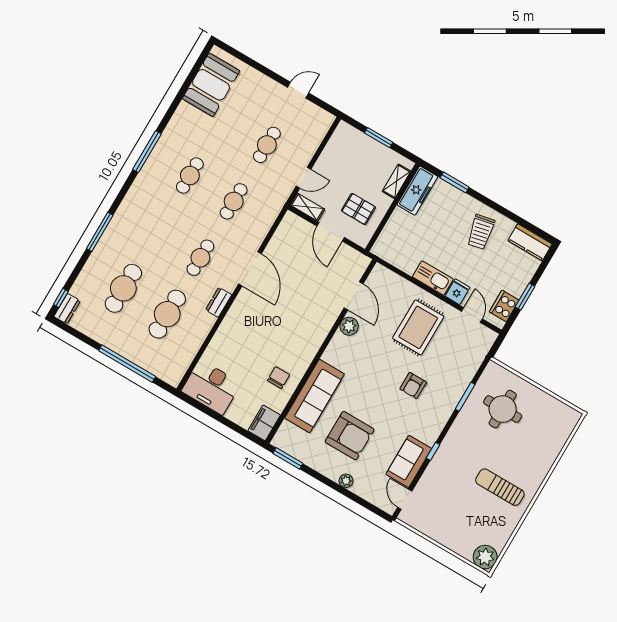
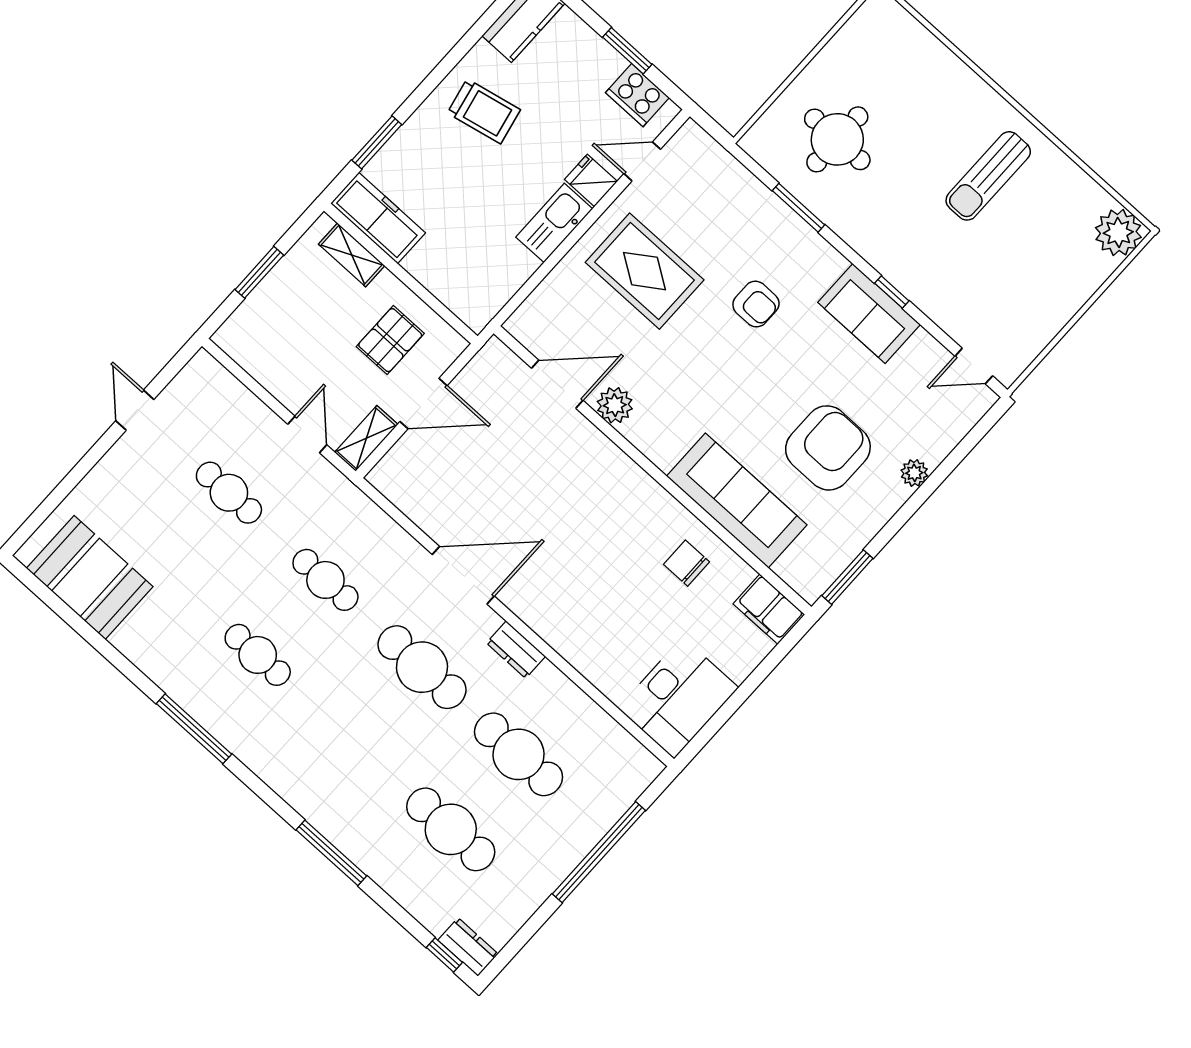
cafe table: (200, 258) -> (422, 667), width x1.37, depth x1.35
sofa: (409, 461) -> (869, 313), moved

